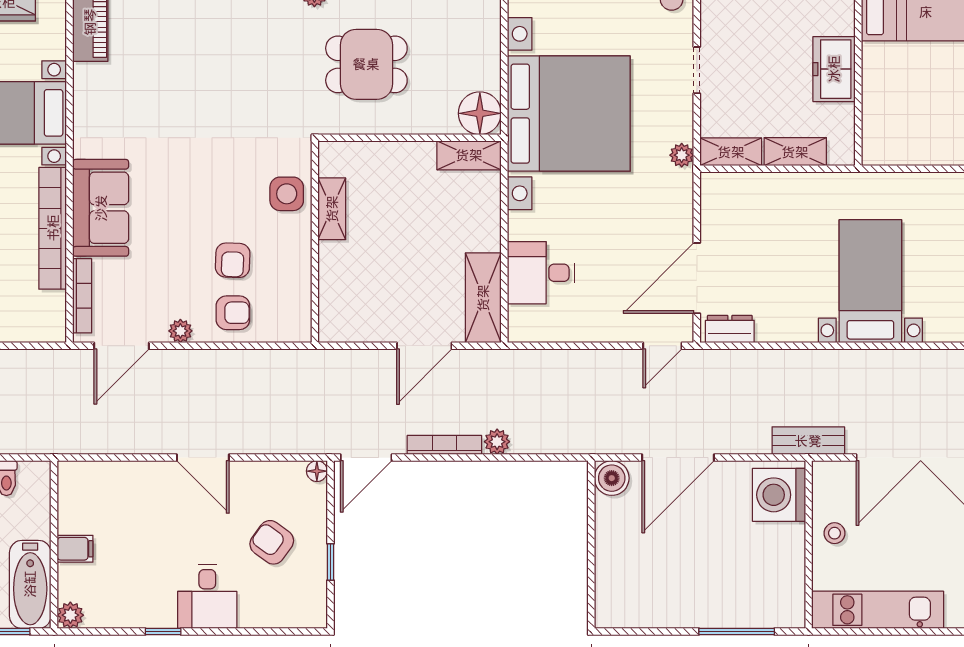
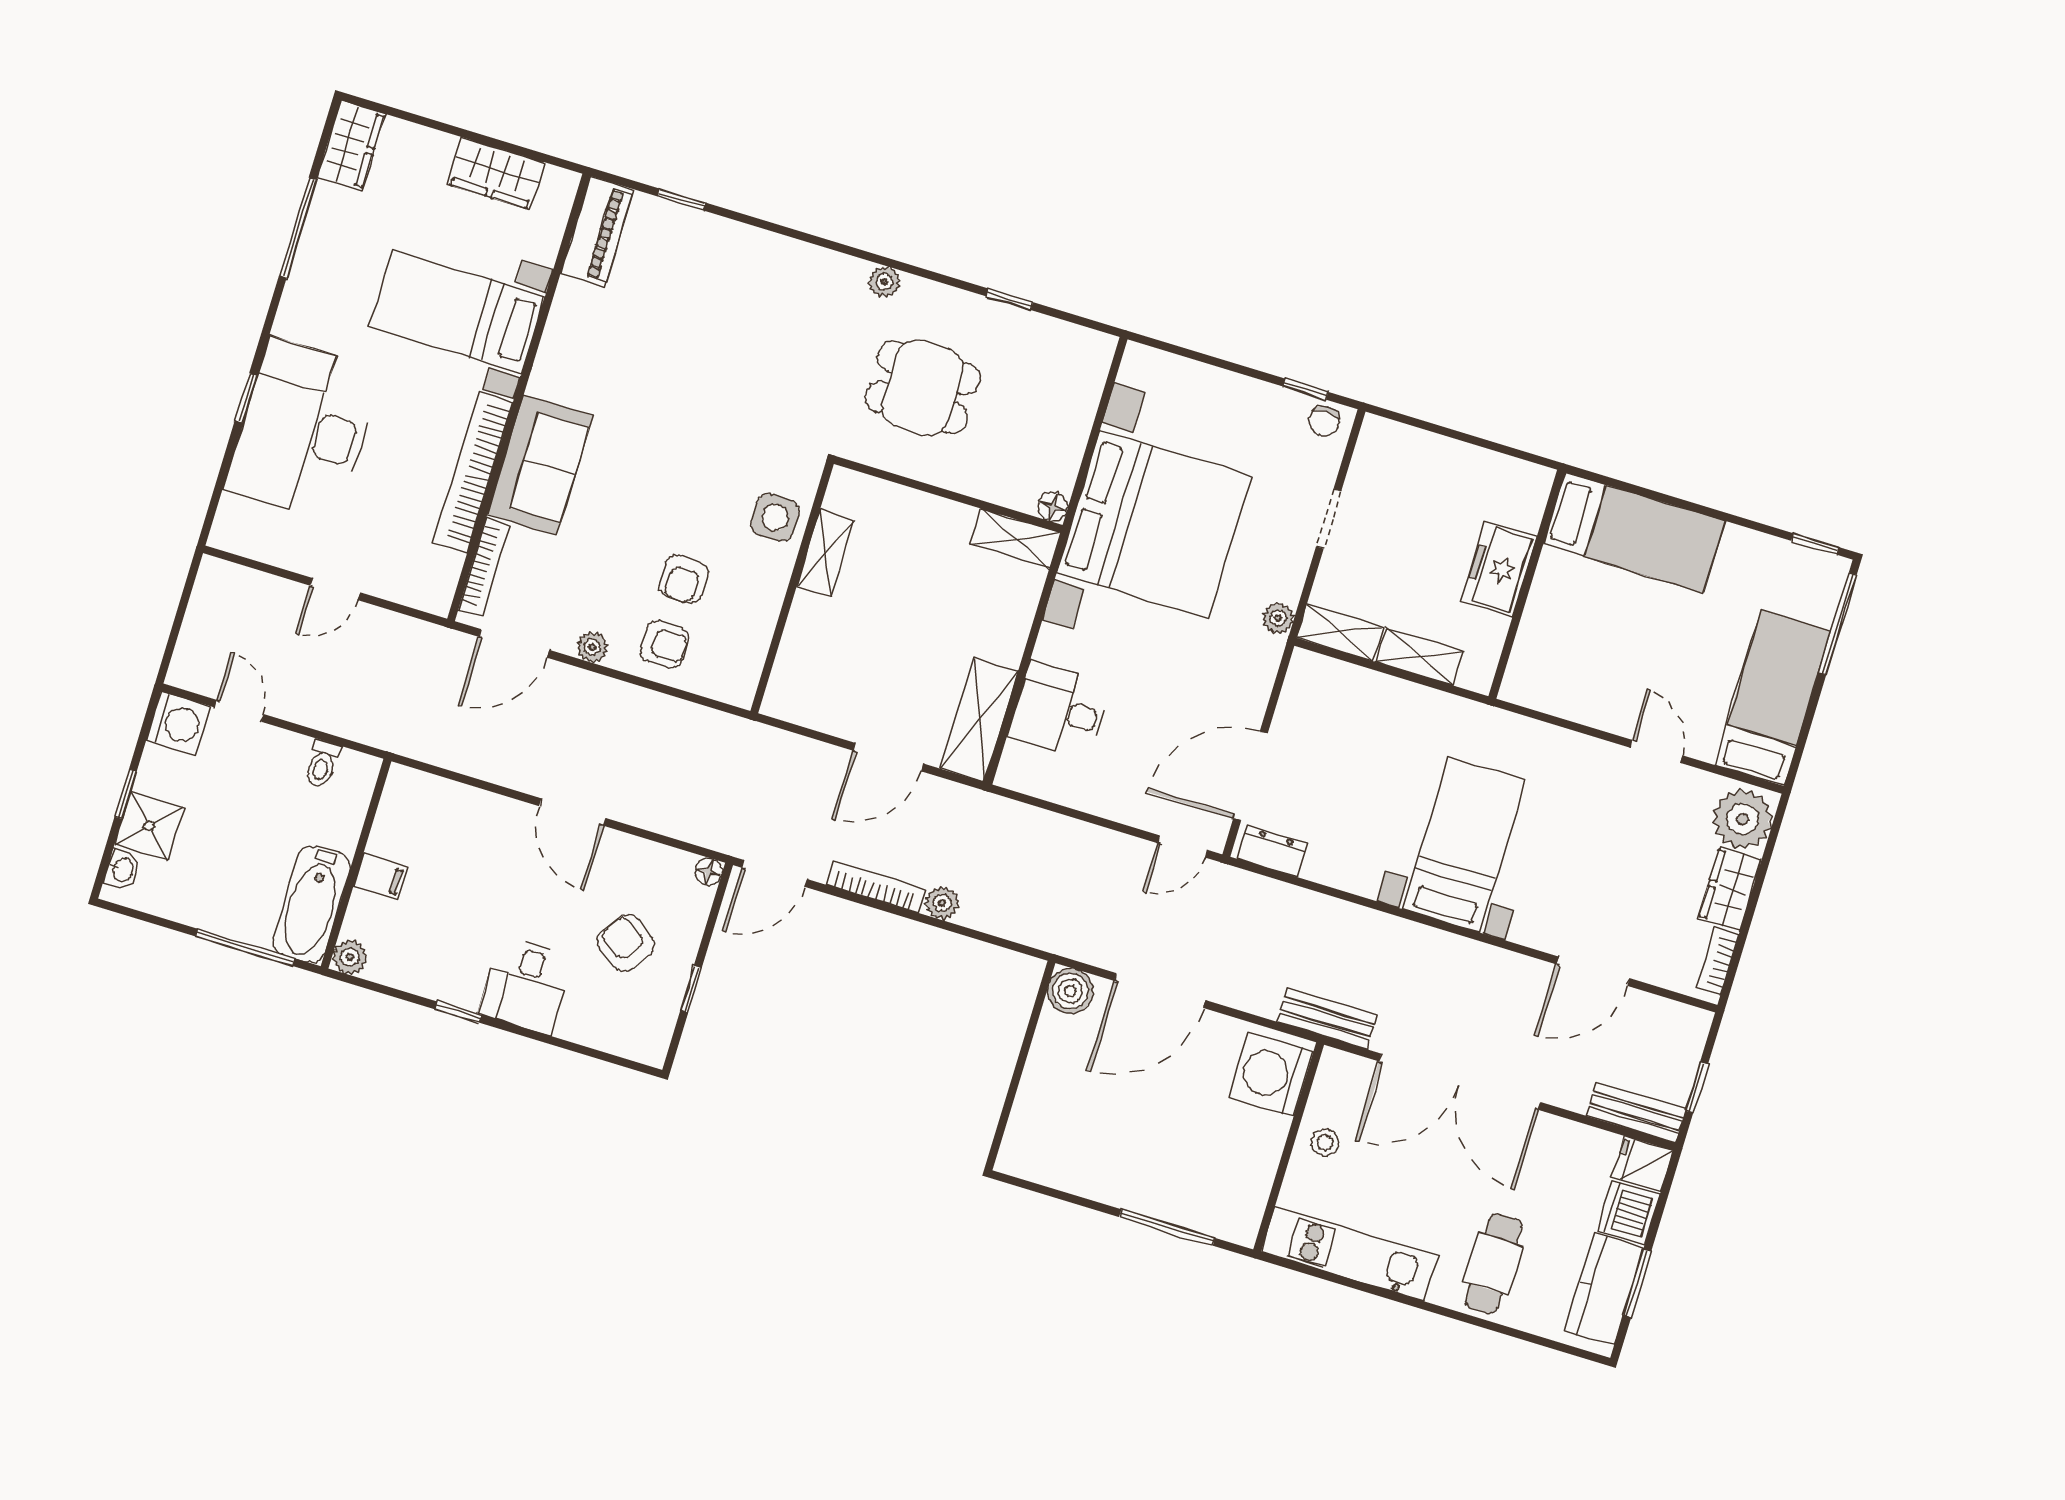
floor lamp: (480, 113) -> (1053, 507), width x0.53, depth x0.53

